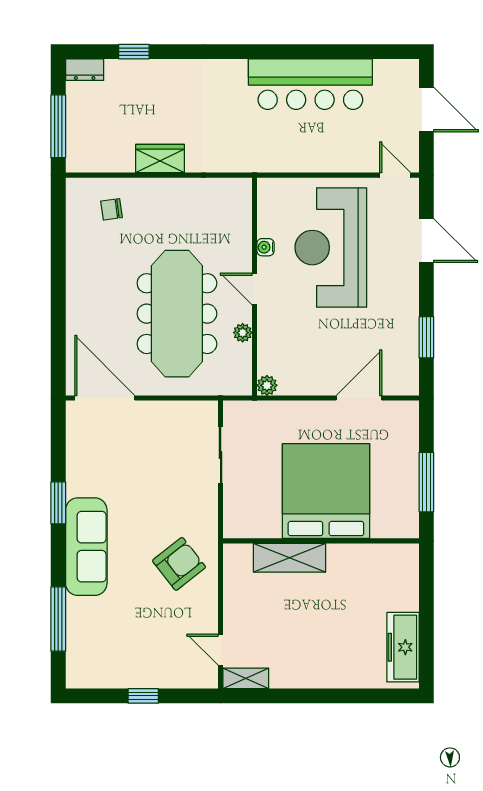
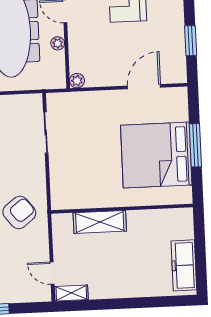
bed: (326, 491) -> (156, 155), moved, turned -90
wall: (321, 541) -> (122, 209), moved
shelving: (290, 558) -> (100, 222), moved

